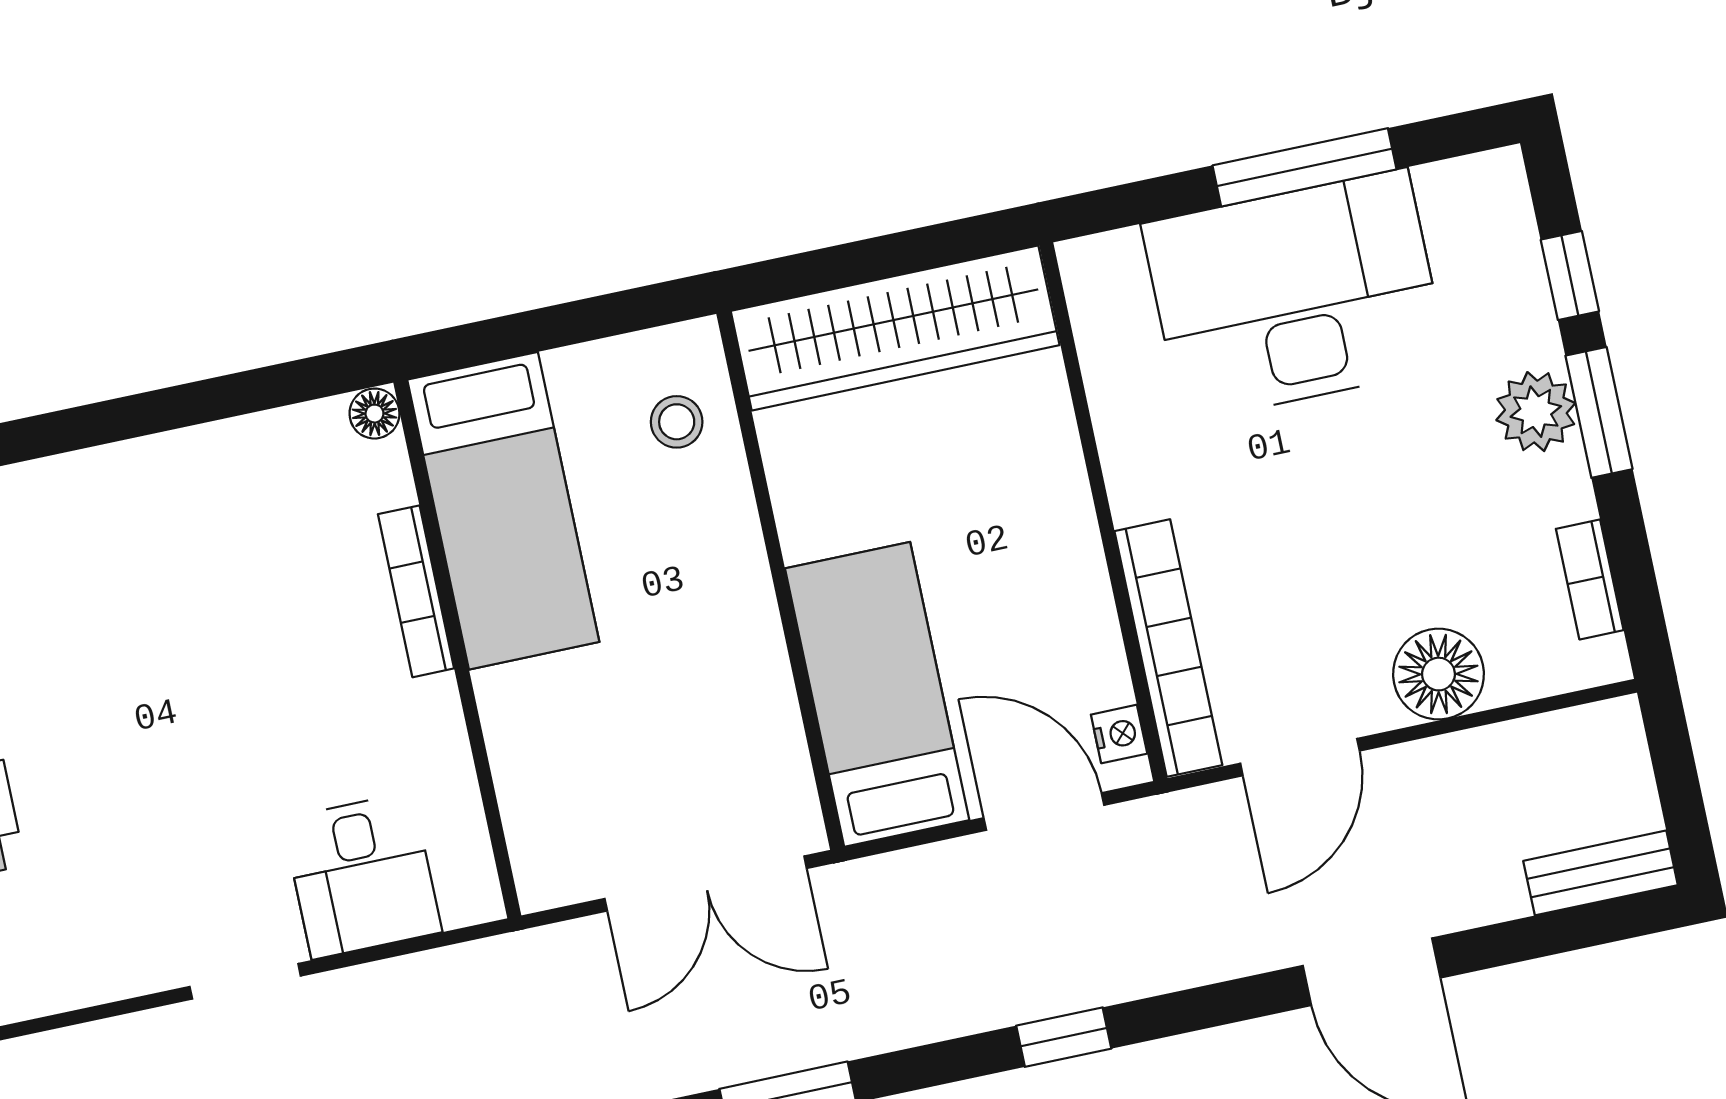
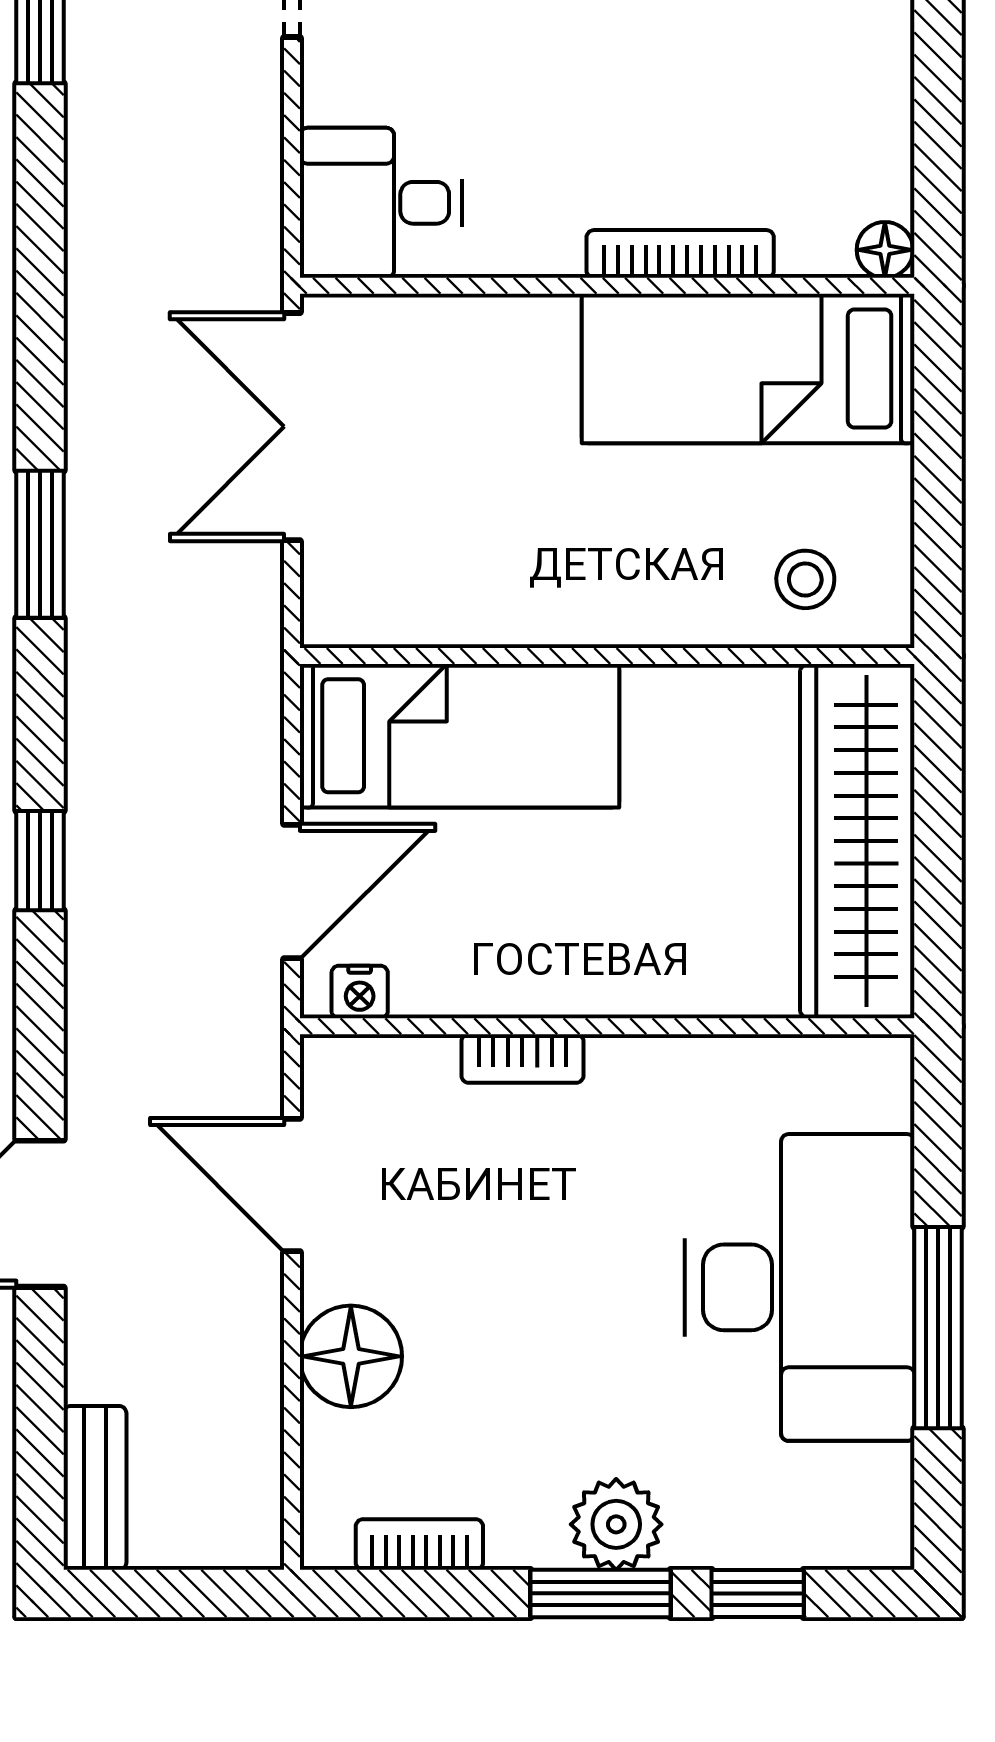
bookcase: (1168, 648) -> (522, 1059), width x0.43, depth x0.76
desk: (362, 875) -> (381, 203), moved
double door: (706, 883) -> (292, 427), moved

